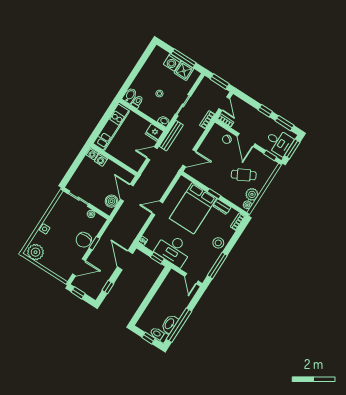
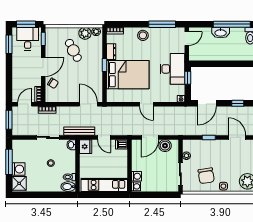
shower: (184, 71) -> (19, 183), moved
window: (265, 111) -> (9, 67), removed
dishwasher: (137, 164) -> (121, 144), added
chair: (84, 240) -> (206, 176), moved, turned 81
washbasin: (170, 324) -> (221, 33), moved

